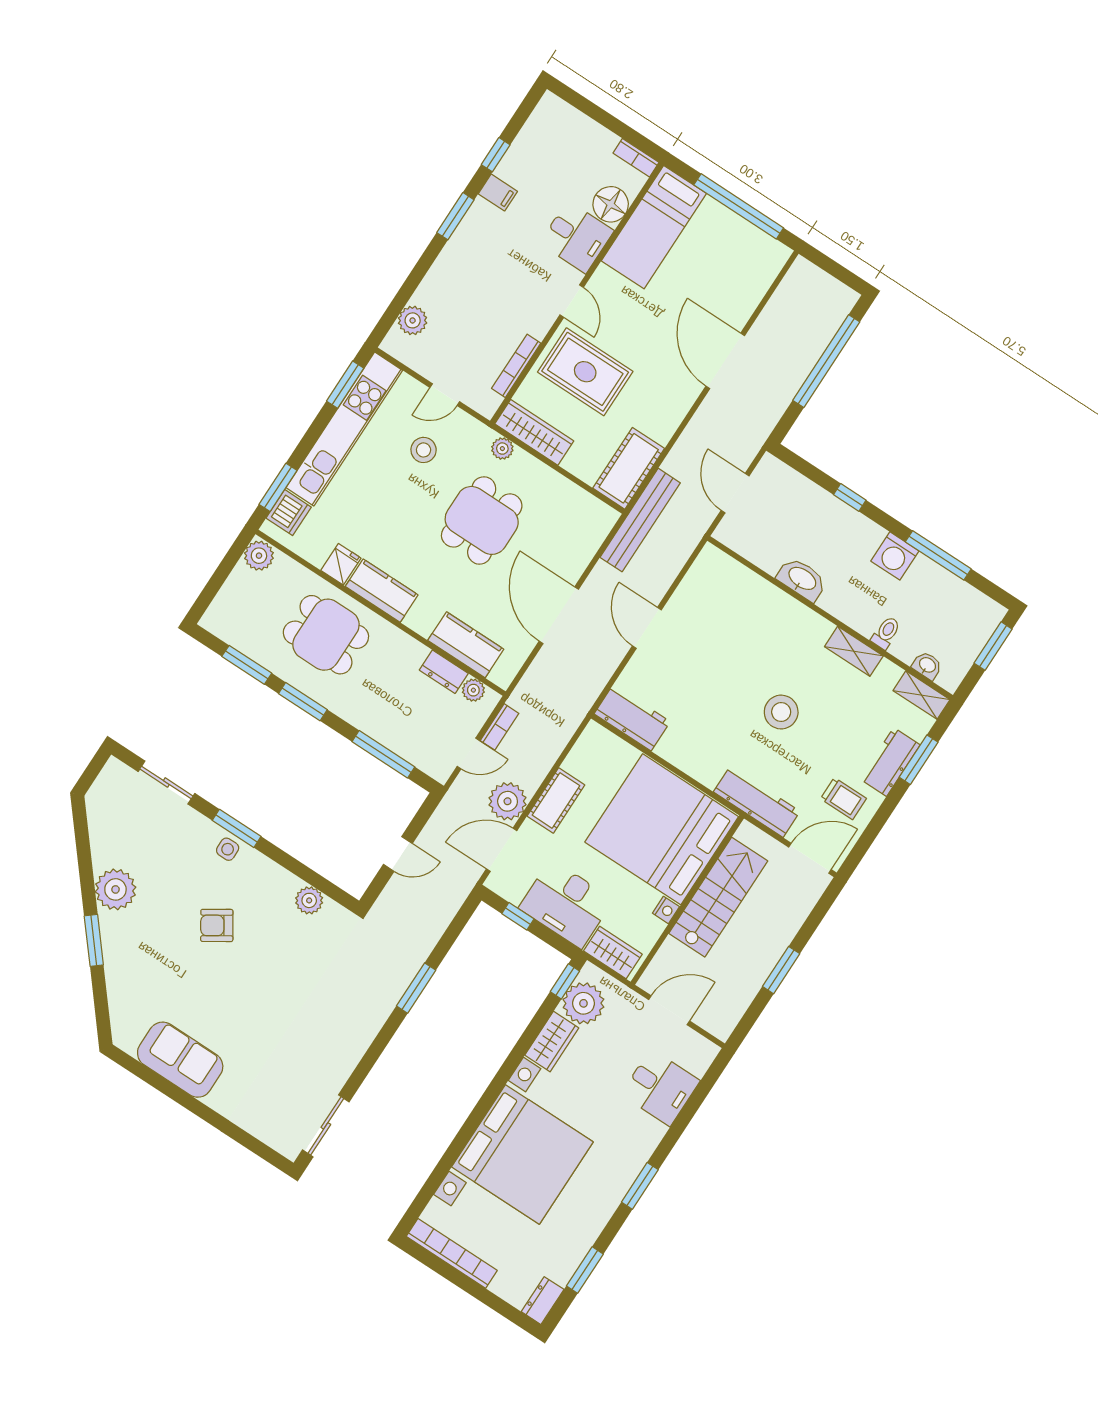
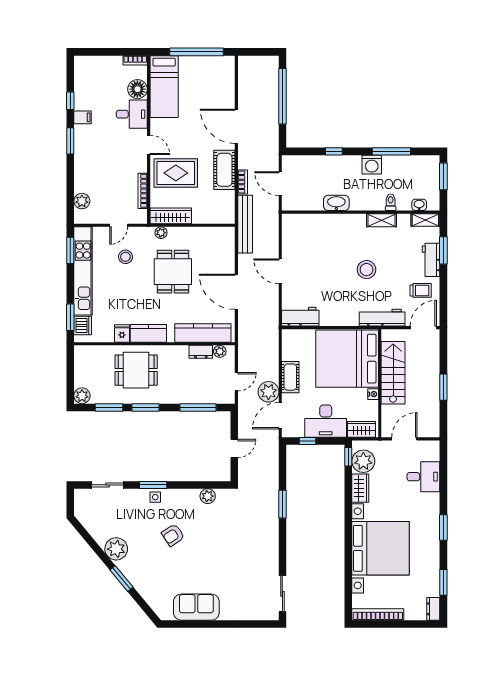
cot: (629, 468) -> (224, 170), moved
plant: (259, 556) -> (82, 396), moved
kitchen counter: (466, 645) -> (203, 333), width x1.50
bookcase: (500, 727) -> (243, 182), moved

